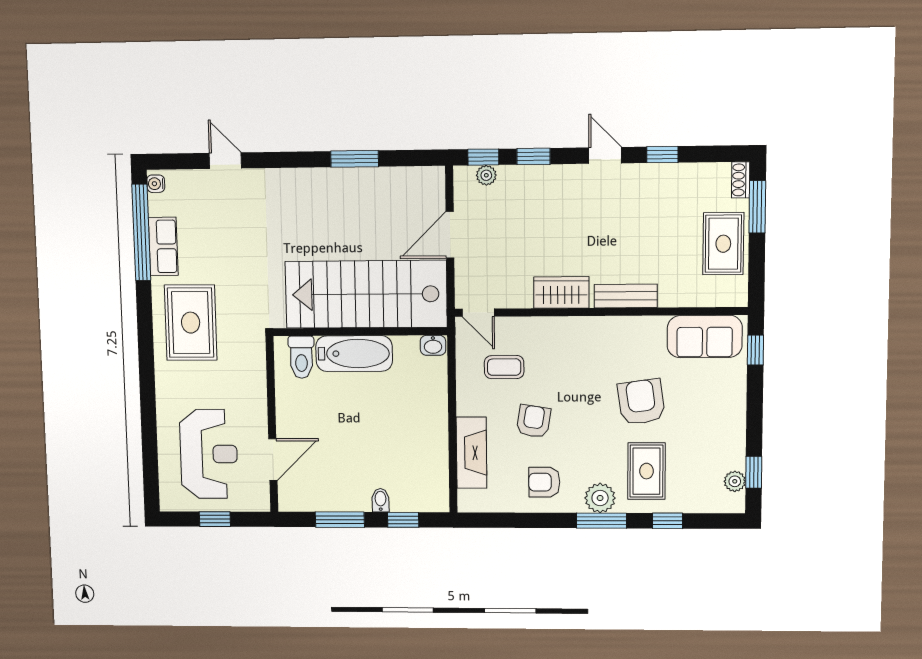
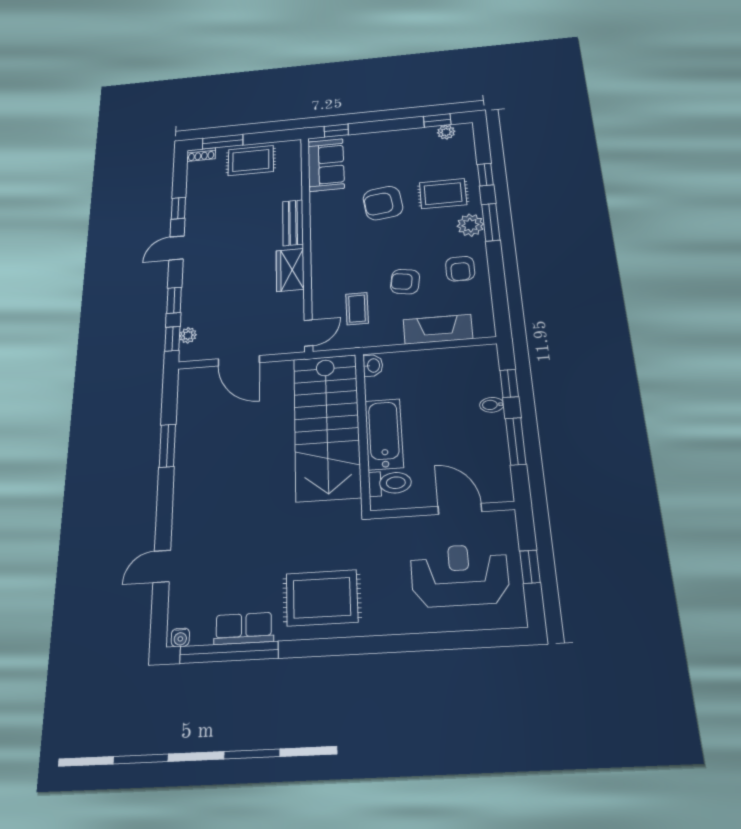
stairs: (366, 294) -> (327, 426), moved
wall: (360, 332) -> (363, 430), moved
washbasin: (433, 345) -> (373, 366), moved
bathtub: (354, 354) -> (384, 434), moved
toilet: (301, 357) -> (390, 483), moved

